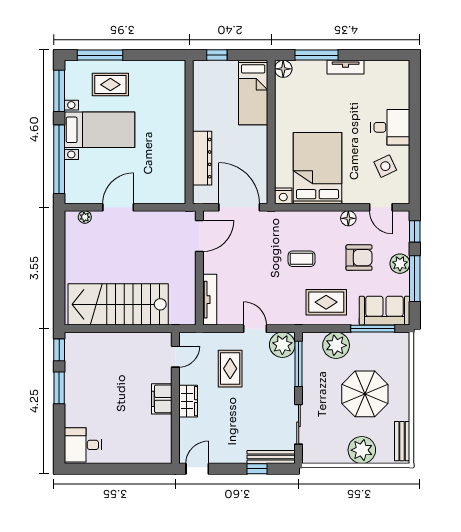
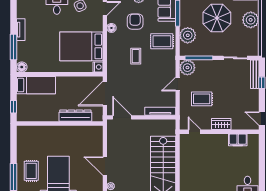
rug: (326, 302) -> (162, 41), turned 90
filing cabinet: (162, 399) -> (238, 140), moved

